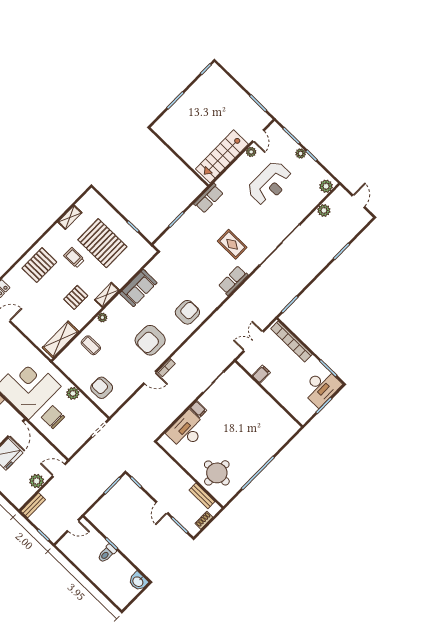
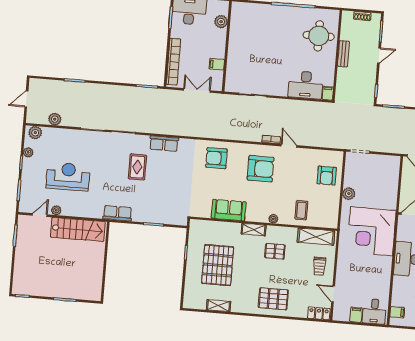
plant: (301, 154) -> (28, 152), moved
trolley: (74, 258) -> (319, 266), moved
double door: (254, 341) -> (197, 90), swing flipped
plant: (292, 405) -> (221, 22), added
filing cabinet: (198, 409) -> (328, 93), moved
chair: (53, 417) -> (379, 194), removed
bench: (202, 496) -> (344, 54), moved

